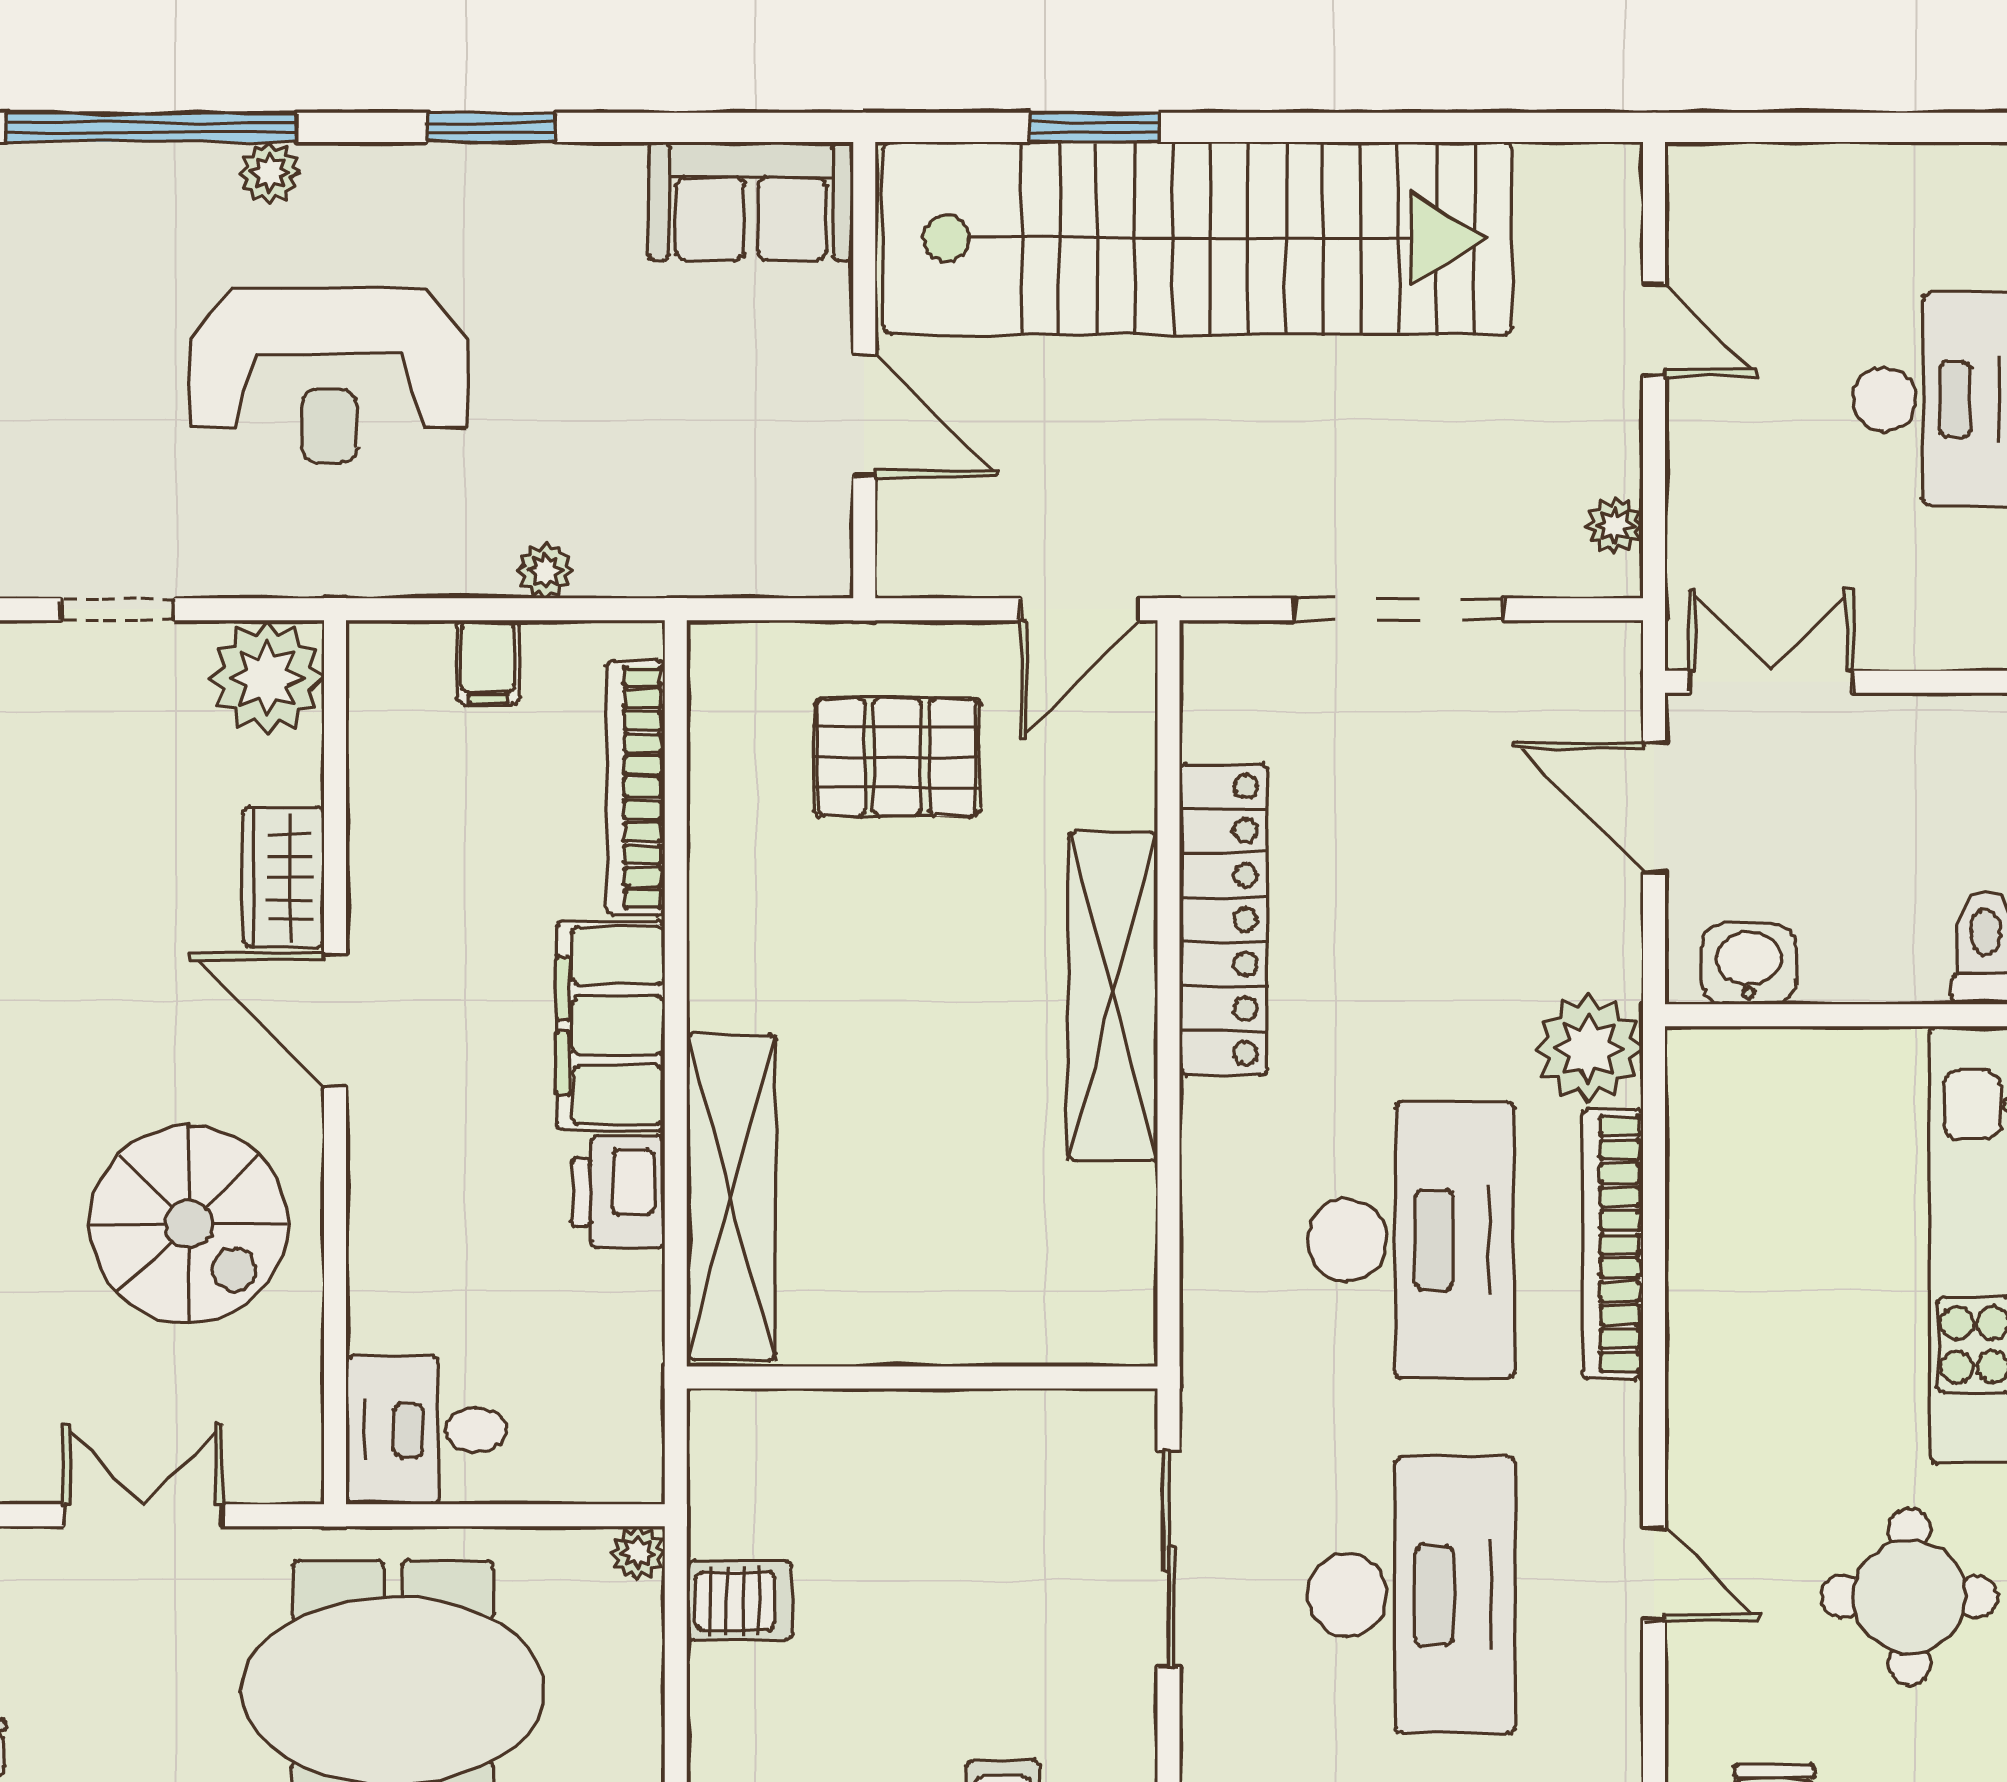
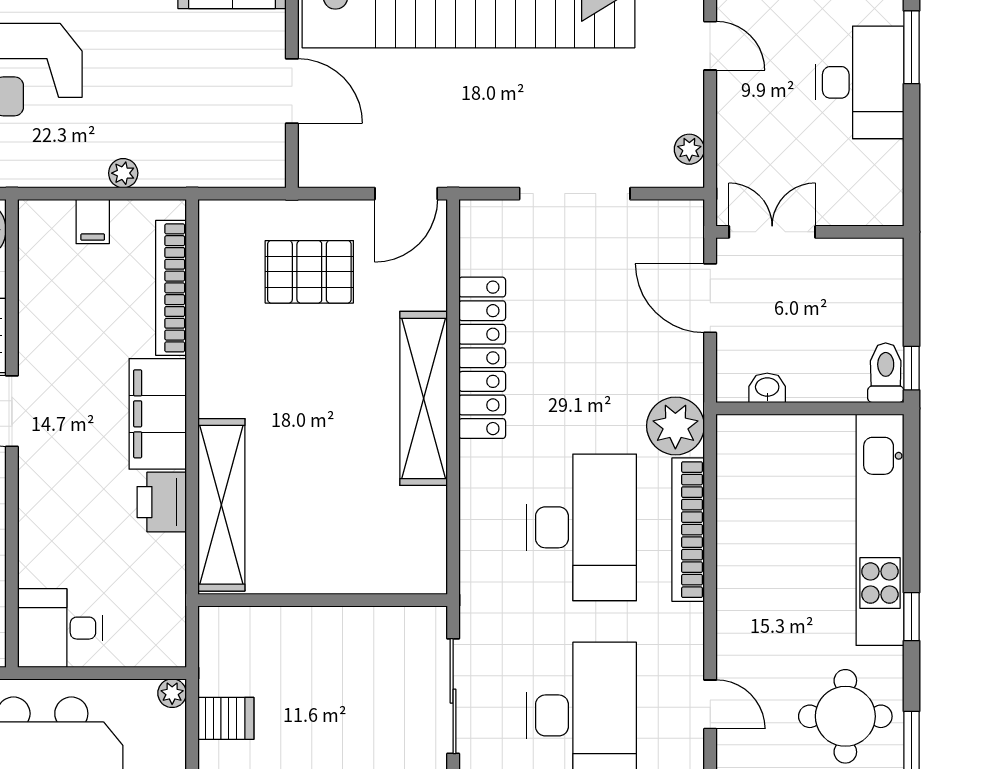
washbasin: (1749, 964) -> (767, 388), width x0.72, depth x0.69

